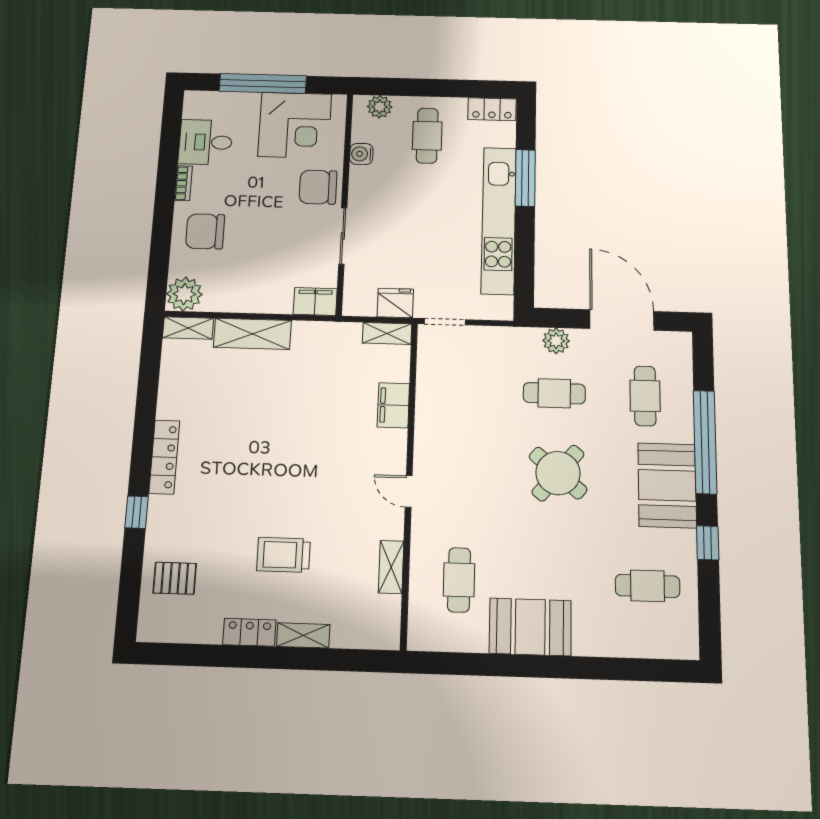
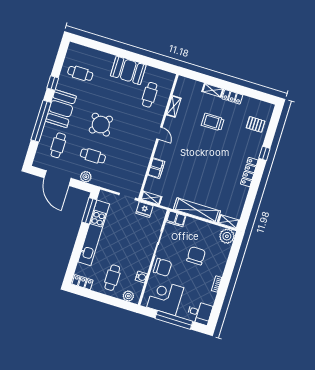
desk: (206, 142) -> (200, 313), moved
window: (525, 178) -> (89, 211), moved
chair: (205, 231) -> (196, 256), moved, turned -90
shelving: (252, 334) -> (197, 210), width x1.47
trolley: (284, 555) -> (213, 122), turned 180

